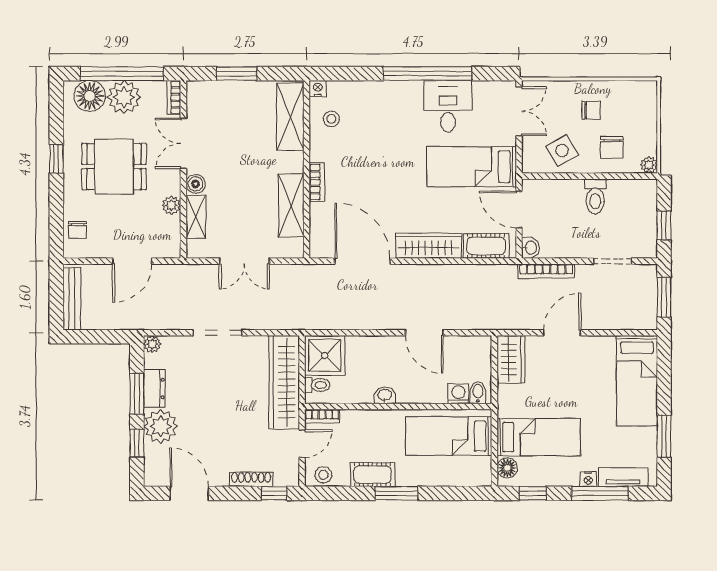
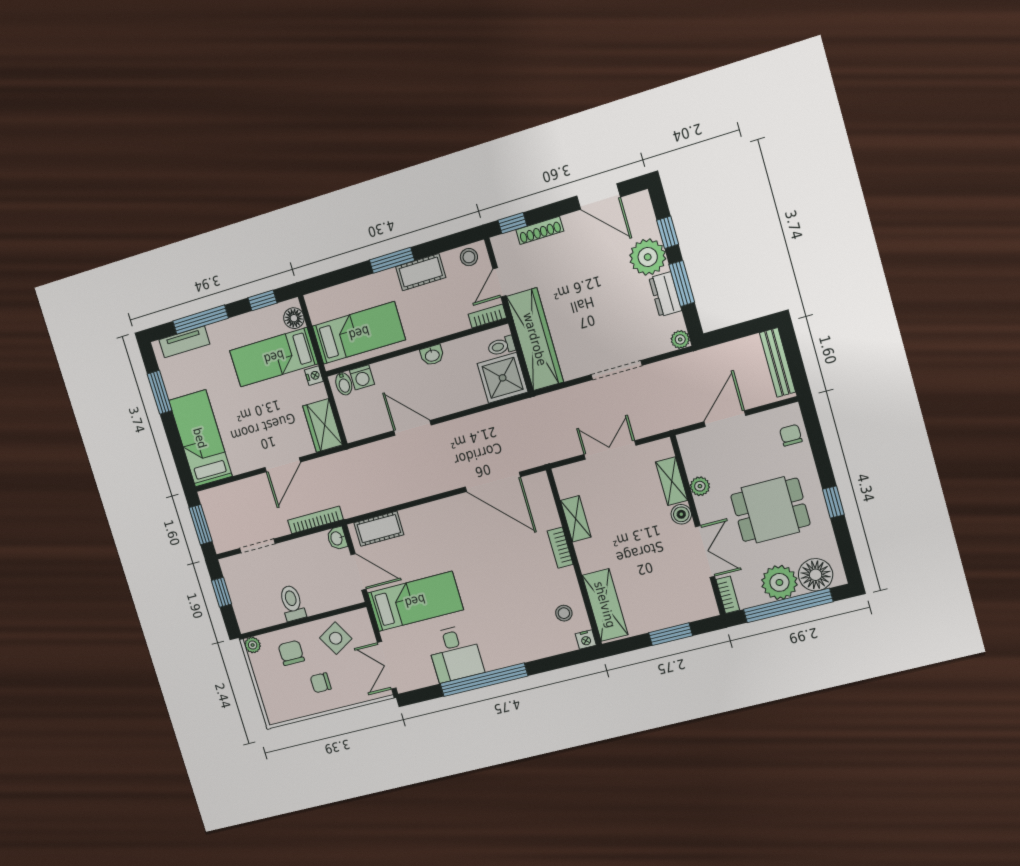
shelving: (291, 206) -> (576, 519), width x0.67, depth x0.75
wardrobe: (429, 246) -> (433, 514), removed
nightstand: (588, 479) -> (314, 376), moved, turned 90

